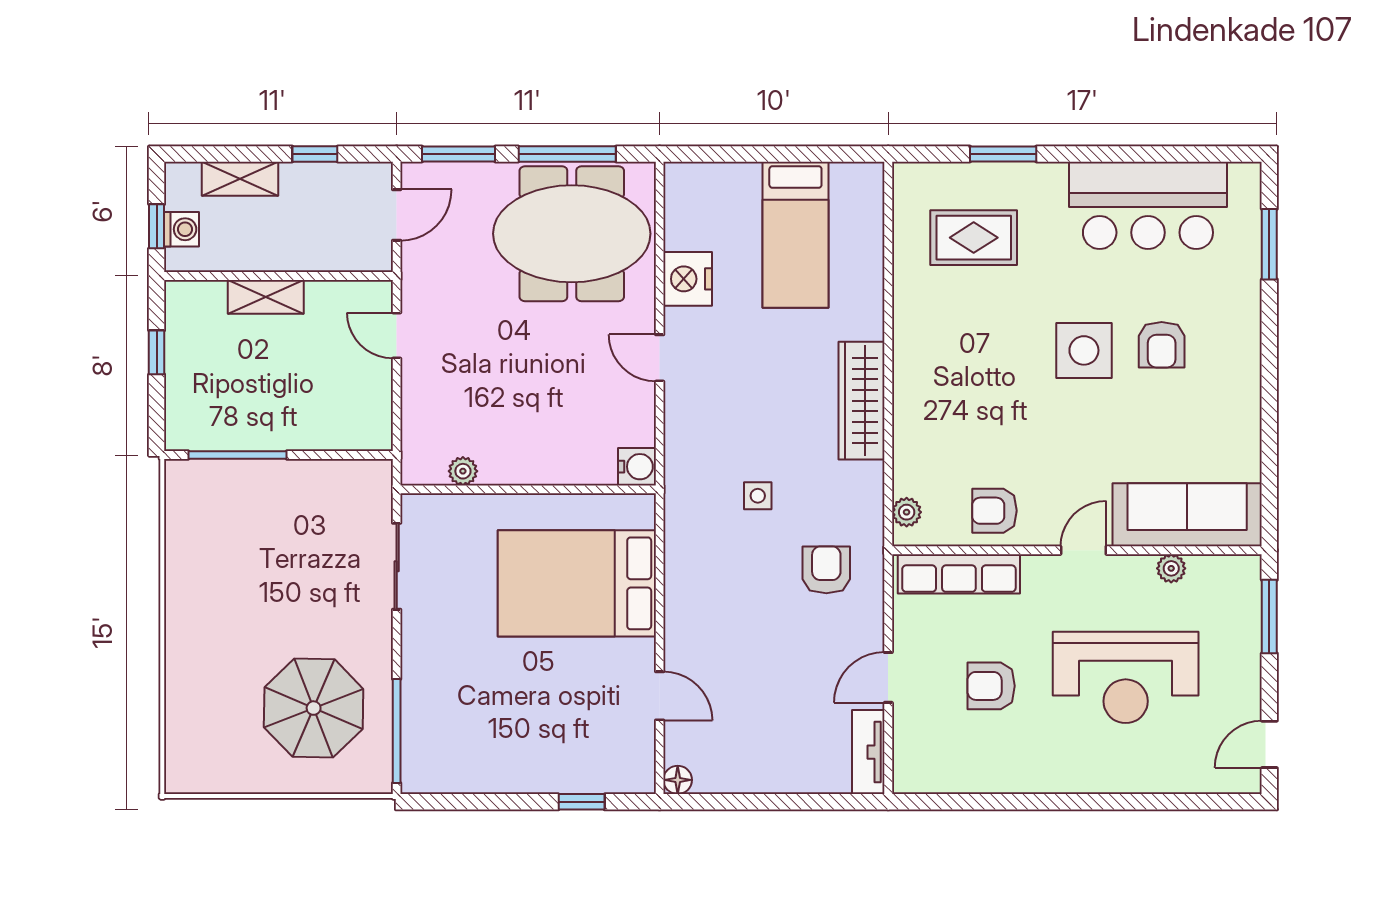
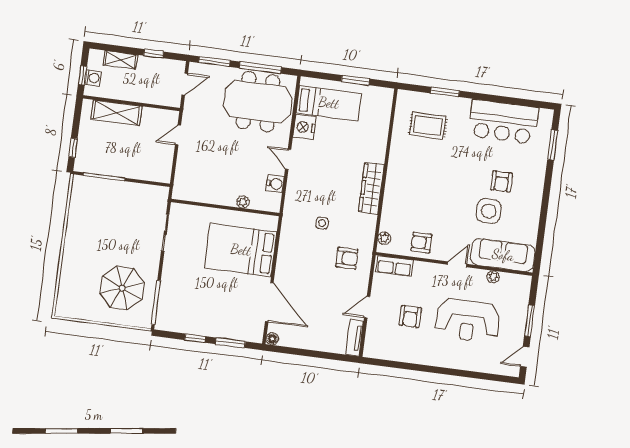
window: (792, 154) -> (355, 80), added
bed: (795, 235) -> (329, 103), moved, turned -90
shelving: (266, 297) -> (116, 113), width x1.50, depth x1.33
door: (397, 335) -> (178, 135), hinge flipped
side table: (1084, 350) -> (489, 211), moved
window: (157, 352) -> (73, 148), moved
water cooler: (637, 467) -> (275, 184), moved
plant: (463, 471) -> (243, 202), moved
armchair: (826, 570) -> (347, 258), turned 90
row of seats: (959, 574) -> (395, 266), width x0.68
window: (1269, 617) -> (530, 321), moved
armchair: (991, 686) -> (410, 316), turned -90
door: (660, 696) -> (269, 302), width x1.87
window: (498, 802) -> (195, 338), added
window: (582, 802) -> (230, 343), width x1.50

